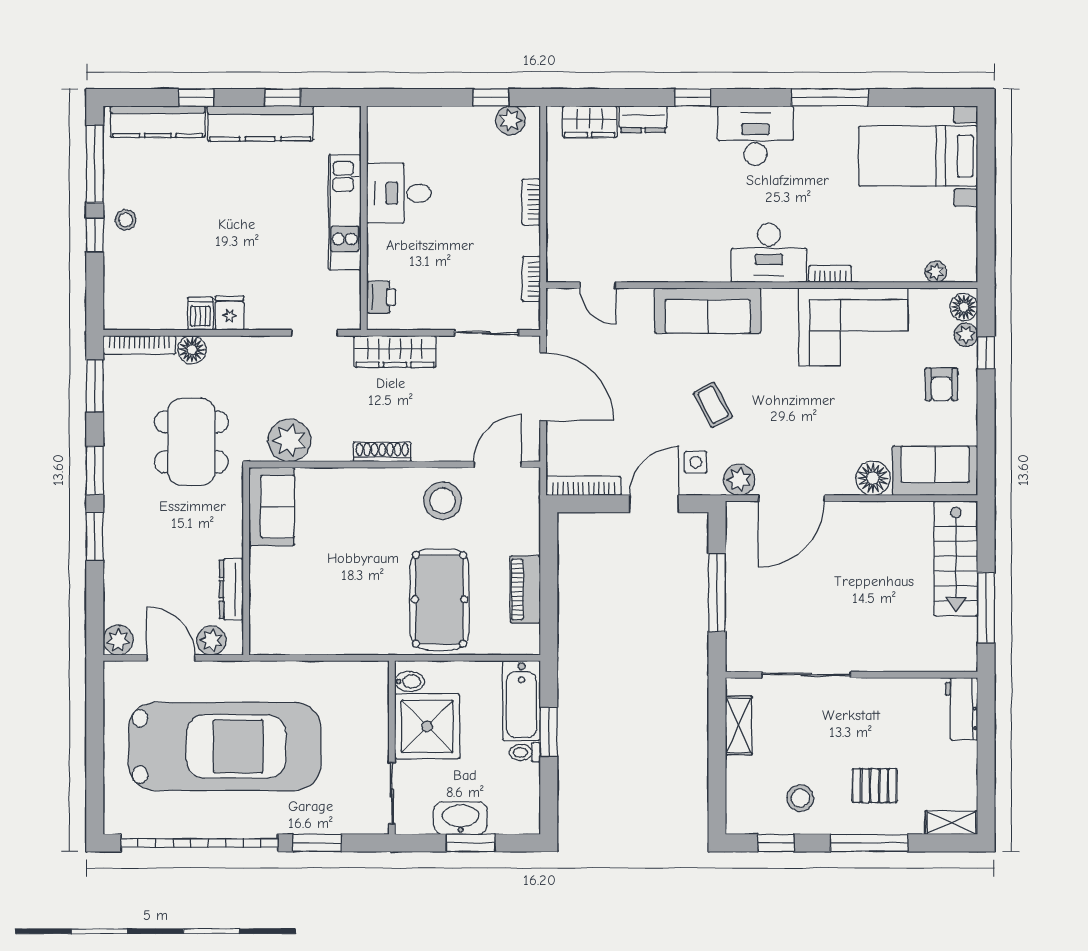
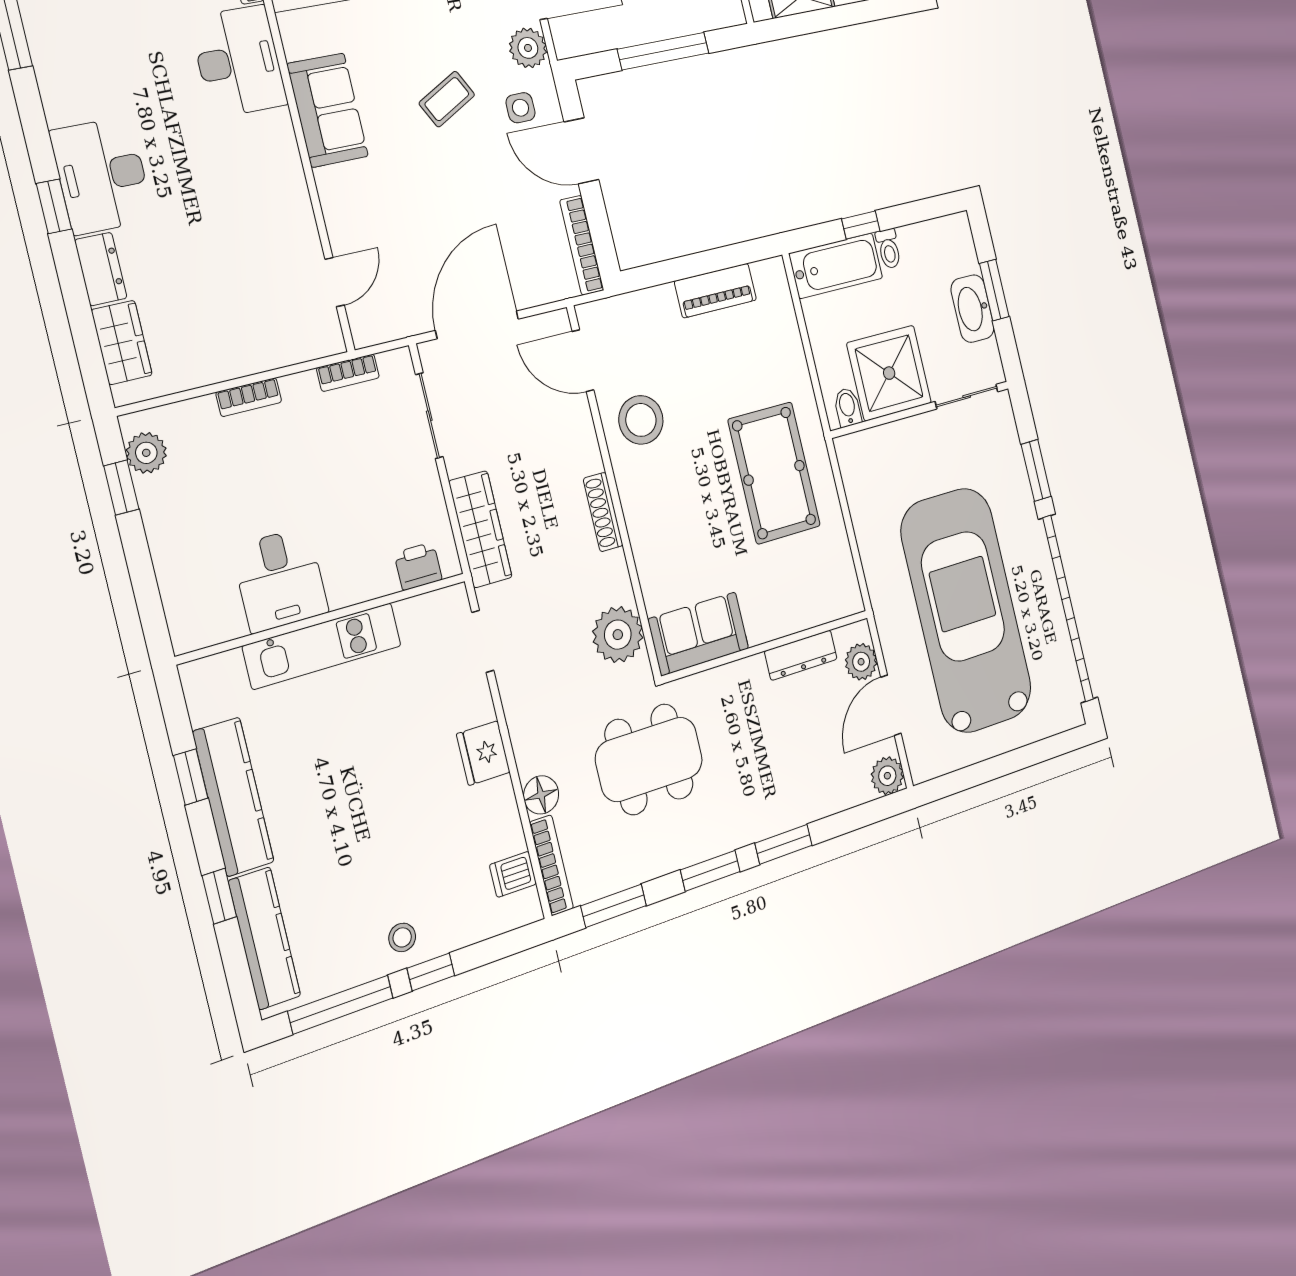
desk: (755, 136) -> (102, 175), moved
sofa: (708, 311) -> (328, 110), width x0.73
fridge: (230, 313) -> (483, 753), width x1.38
dishwasher: (200, 314) -> (513, 874), moved
pool table: (440, 599) -> (774, 473), moved, turned 90
window: (549, 732) -> (861, 225), width x0.67

